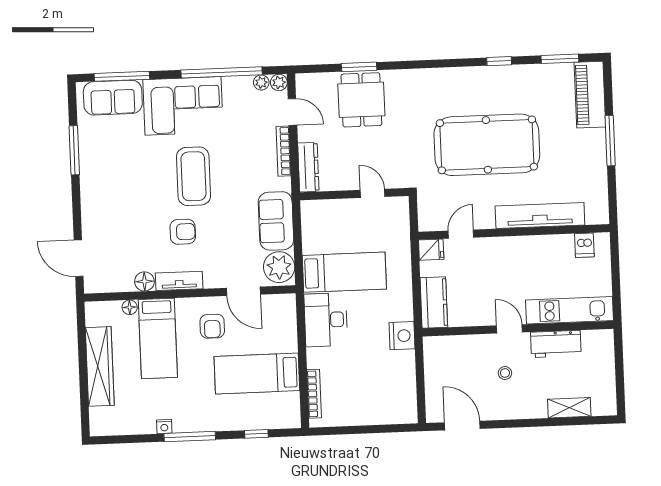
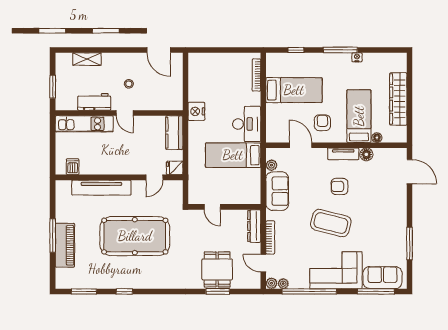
piano: (590, 95) -> (65, 245), moved
coffee table: (193, 176) -> (331, 223), turned -76
plant: (279, 267) -> (271, 165), width x0.53, depth x0.53
window: (619, 364) -> (53, 87), added

